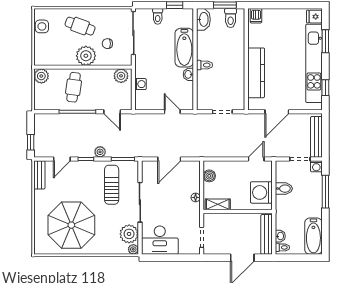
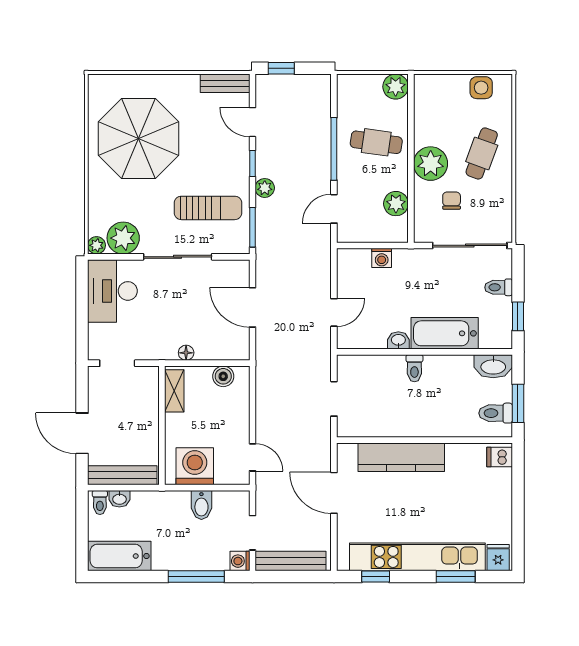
plant: (121, 76) -> (396, 204), moved

